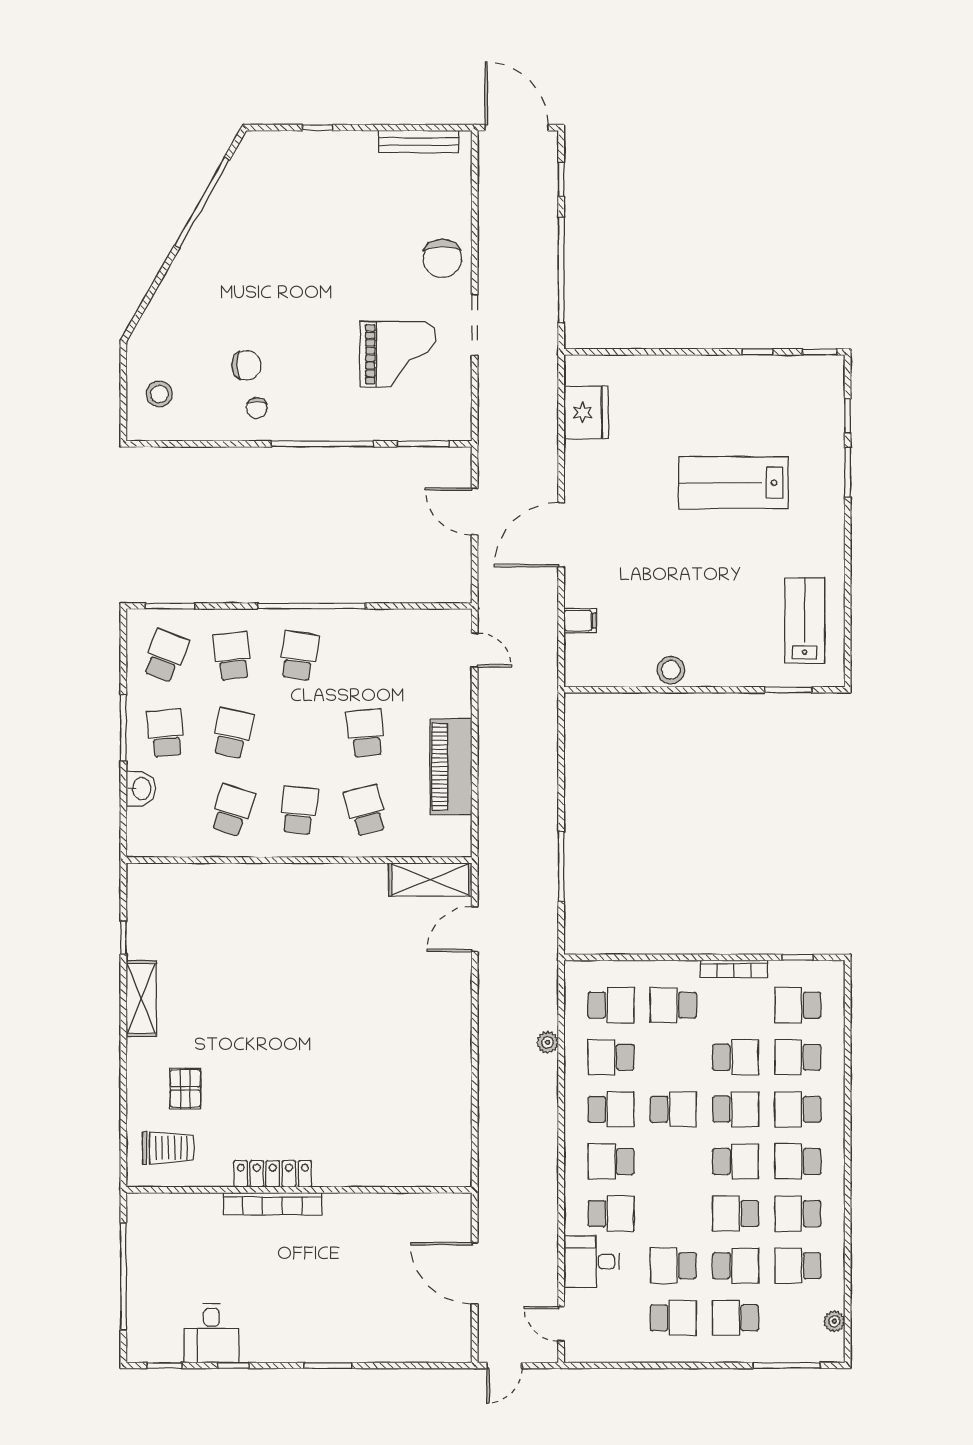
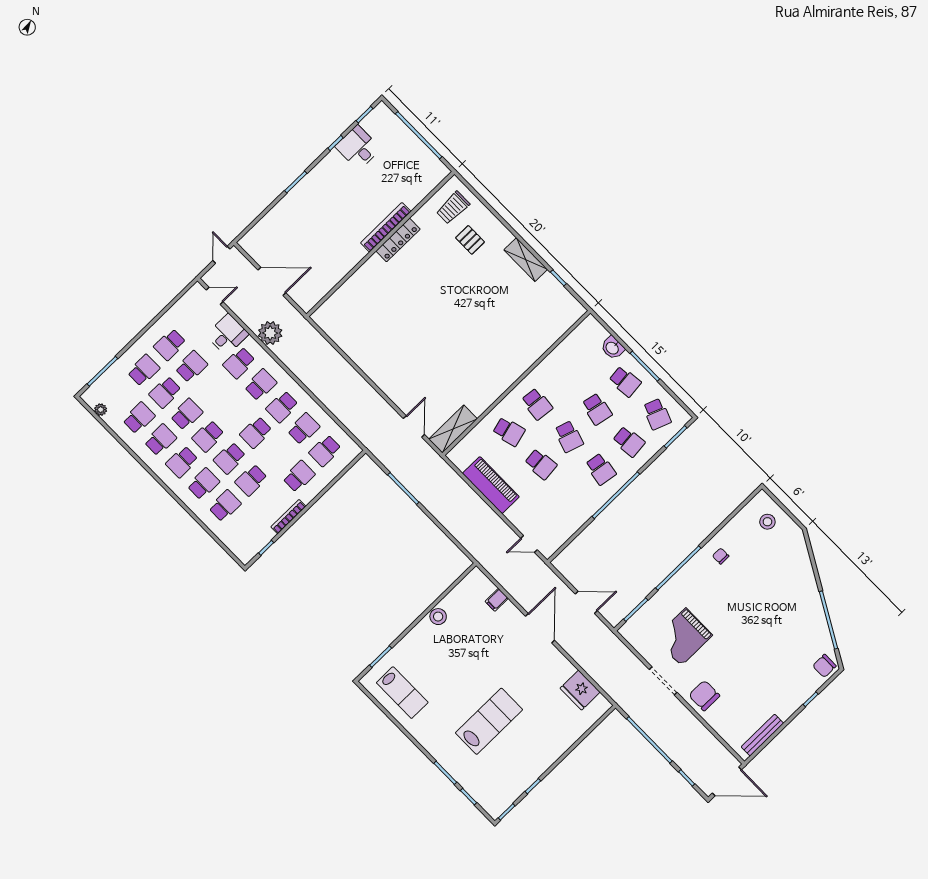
chair: (246, 365) -> (824, 666), moved
school desk: (232, 810) -> (569, 437), moved
school desk: (798, 1005) -> (246, 528), removed
plant: (548, 1042) -> (270, 333), moved, width x1.87, depth x1.87
school desk: (798, 1161) -> (182, 462), turned 180

